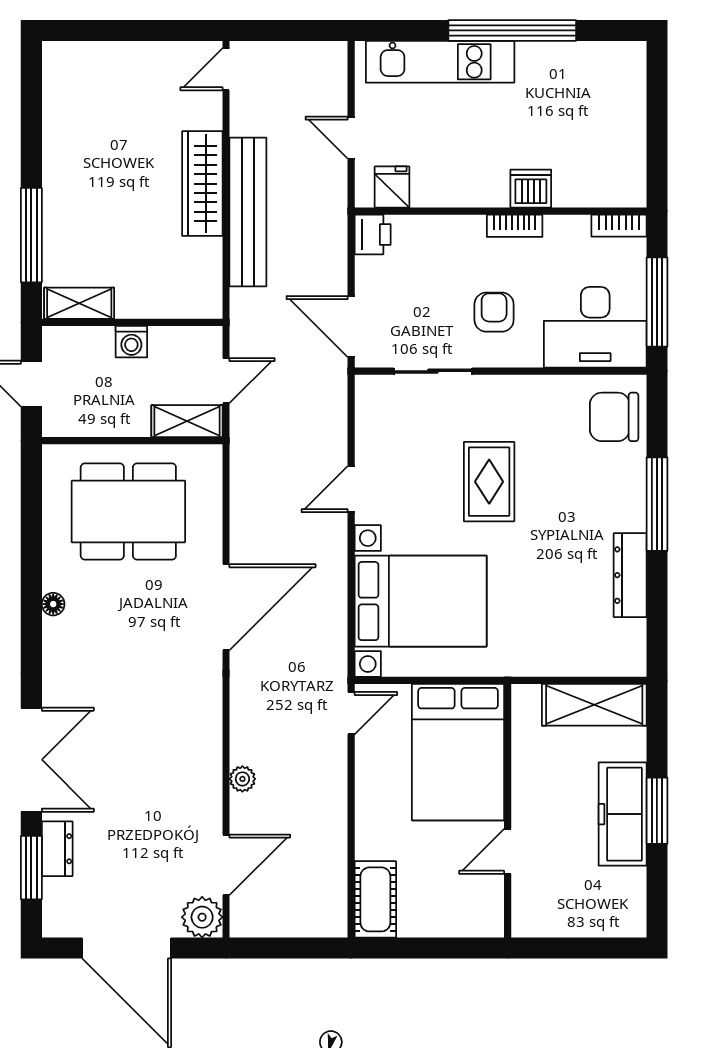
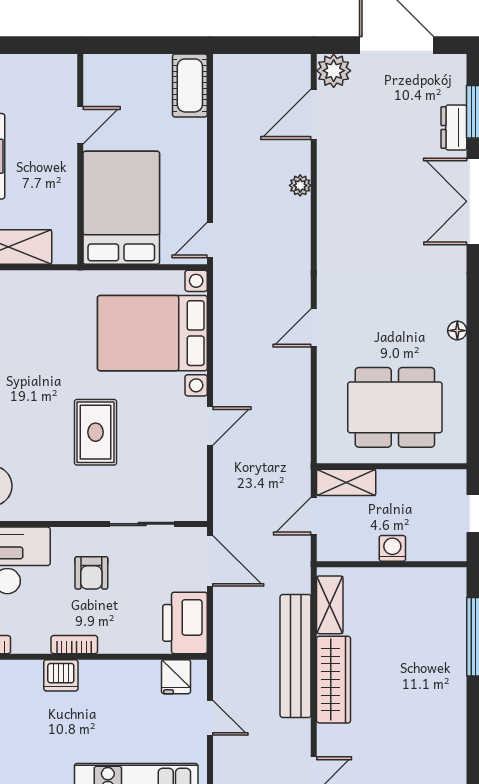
printer: (373, 234) -> (185, 623), width x1.87, depth x1.48
shelving: (79, 303) -> (330, 605), moved, turned 90
door: (226, 607) -> (314, 328), width x0.53

